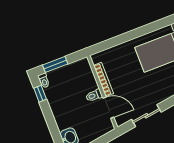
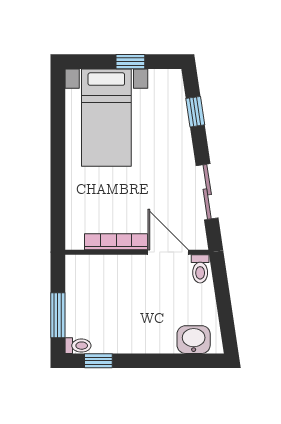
toilet: (94, 95) -> (200, 269), moved
door: (108, 108) -> (168, 252), hinge flipped

